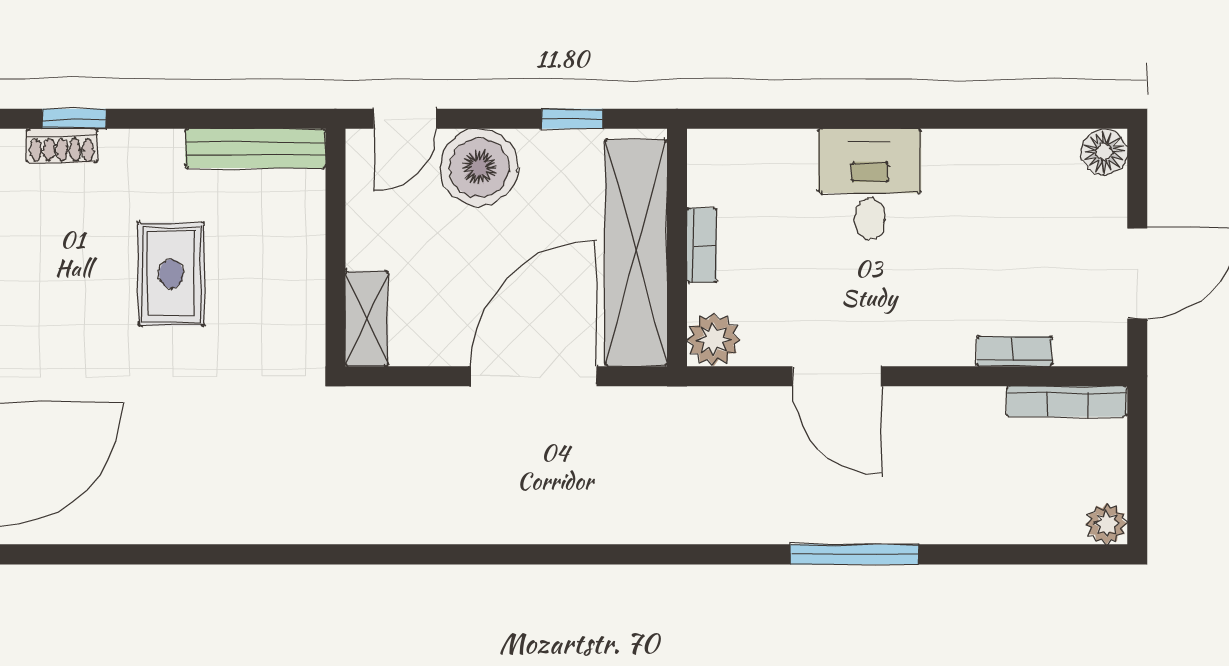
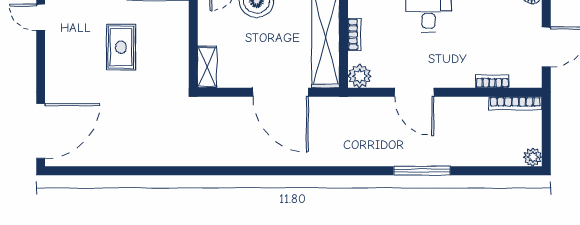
door: (534, 376) -> (281, 92), swing flipped

